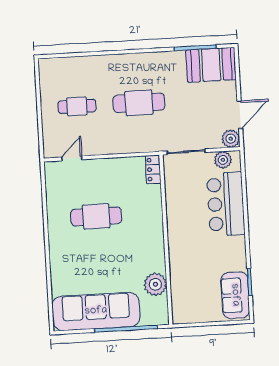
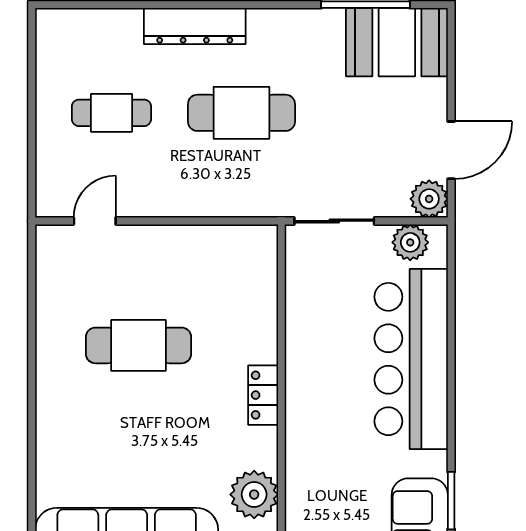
dresser: (114, 63) -> (195, 26), added
locker: (153, 169) -> (263, 395), moved
bar counter: (226, 204) -> (411, 359), width x1.36

